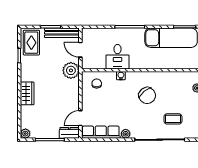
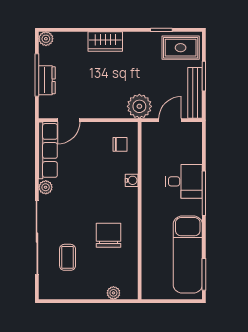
desk: (118, 57) -> (184, 181), moved, turned 180
chair: (147, 95) -> (109, 235), moved, turned 130
door: (80, 118) -> (69, 120), swing flipped
dresser: (69, 133) -> (47, 80), moved

